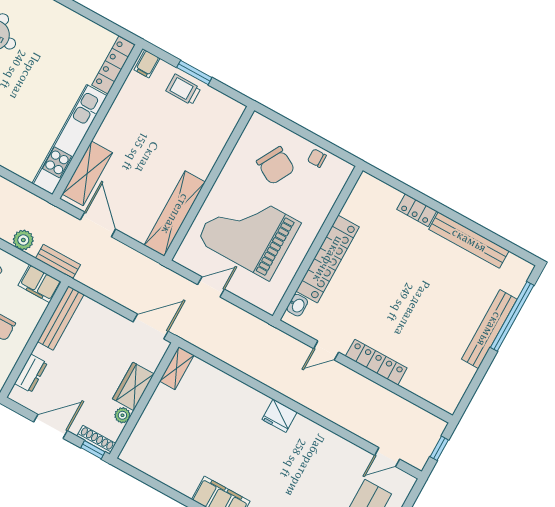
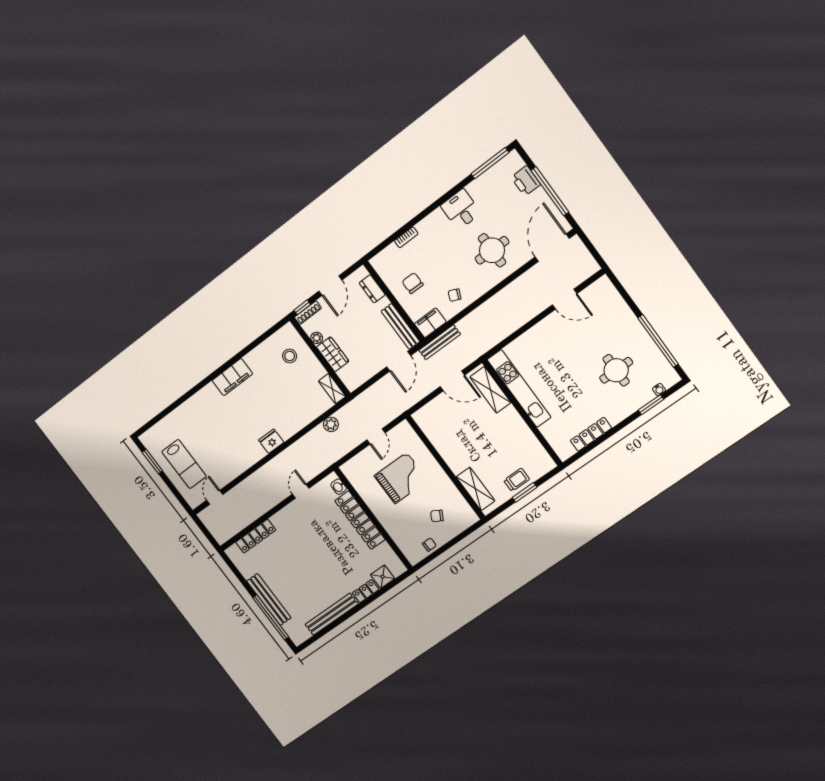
filing cabinet: (147, 64) -> (546, 464), removed
locker: (113, 65) -> (591, 434), moved, turned -90
chair: (276, 166) -> (437, 516), width x0.54, depth x0.54
shower: (387, 198) -> (383, 577), added
shelving: (175, 214) -> (475, 489), moved, width x0.68
grand piano: (249, 232) -> (401, 478), width x0.73, depth x0.68
plant: (23, 240) -> (331, 424), moved
bench: (58, 262) -> (440, 342), width x1.36
door: (151, 327) -> (399, 361), moved
locker: (376, 362) -> (256, 536), moved
stool: (161, 439) -> (290, 356), added
window: (439, 448) -> (206, 533), removed

